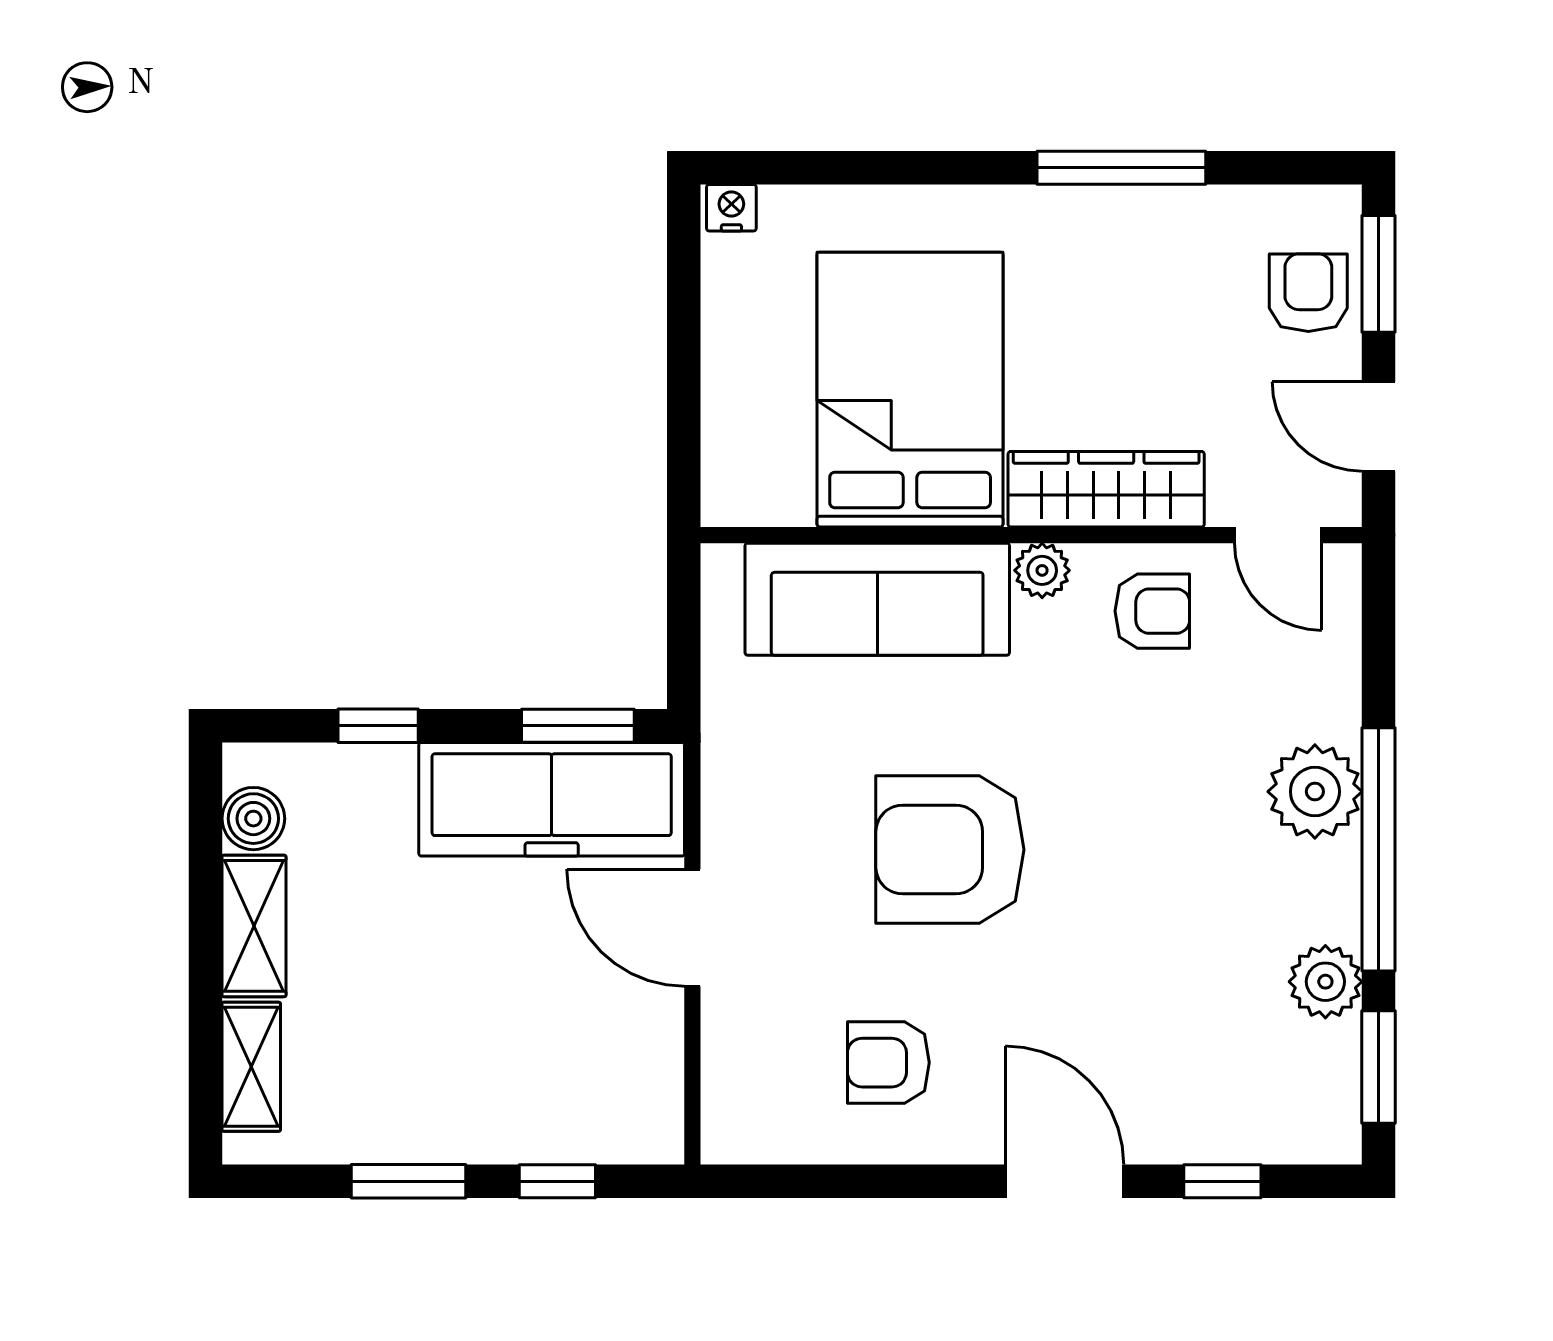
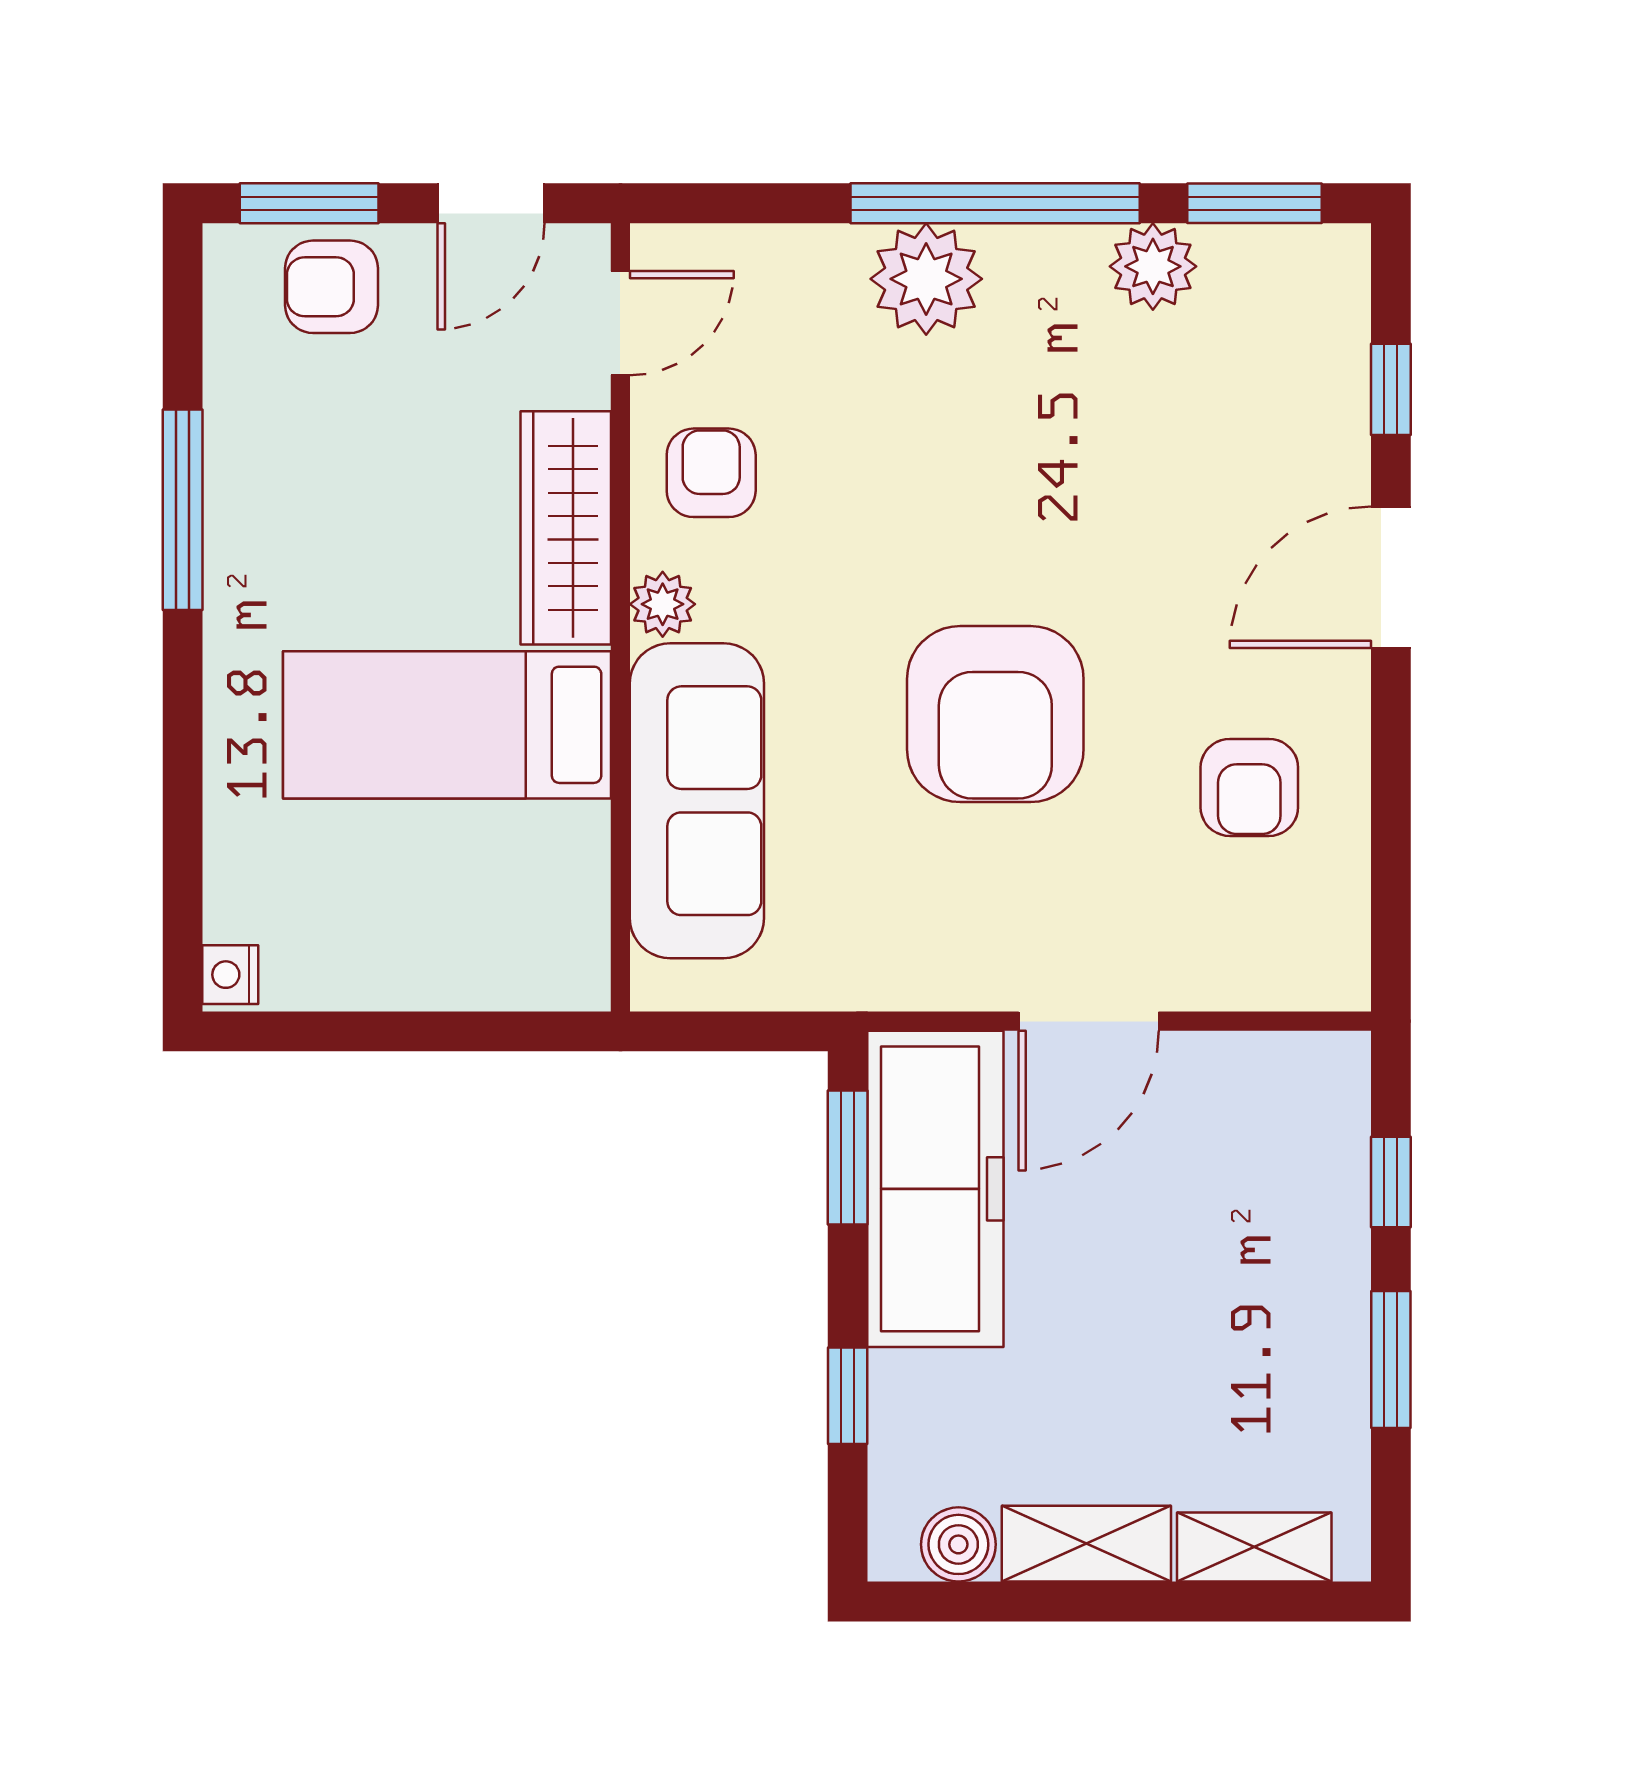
bed: (910, 390) -> (447, 725), width x0.67

